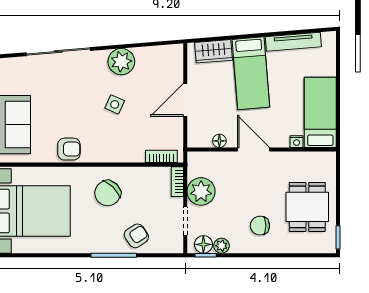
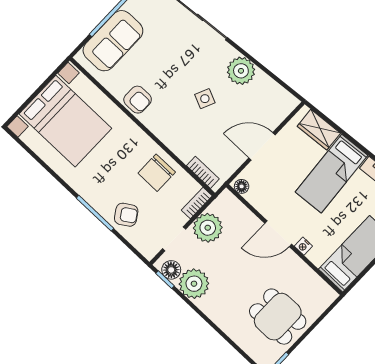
floor lamp: (219, 141) -> (242, 186), moved
nightstand: (297, 142) -> (303, 246), moved
door: (254, 150) -> (278, 234), swing flipped
chair: (108, 193) -> (157, 173), moved, turned -45
dining table: (307, 207) -> (278, 317), turned 90
chair: (260, 226) -> (228, 296), removed
plant: (221, 246) -> (194, 284), width x1.88, depth x1.88

